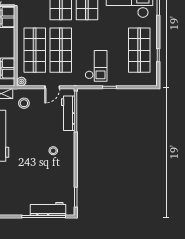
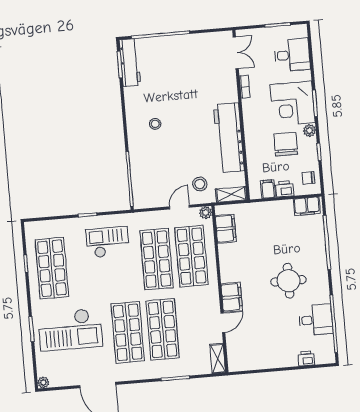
checkout: (96, 66) -> (108, 242), turned 90
door: (52, 87) -> (179, 207), moved
workbench: (68, 113) -> (140, 176), removed
workbench: (48, 209) -> (130, 63), moved, turned -90

